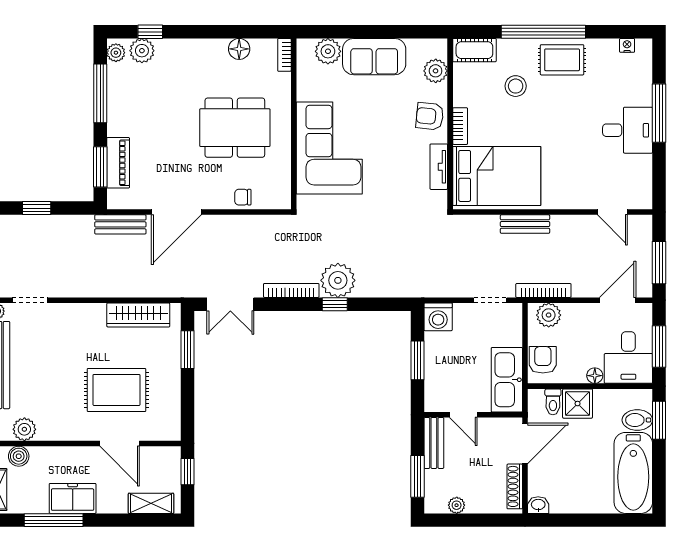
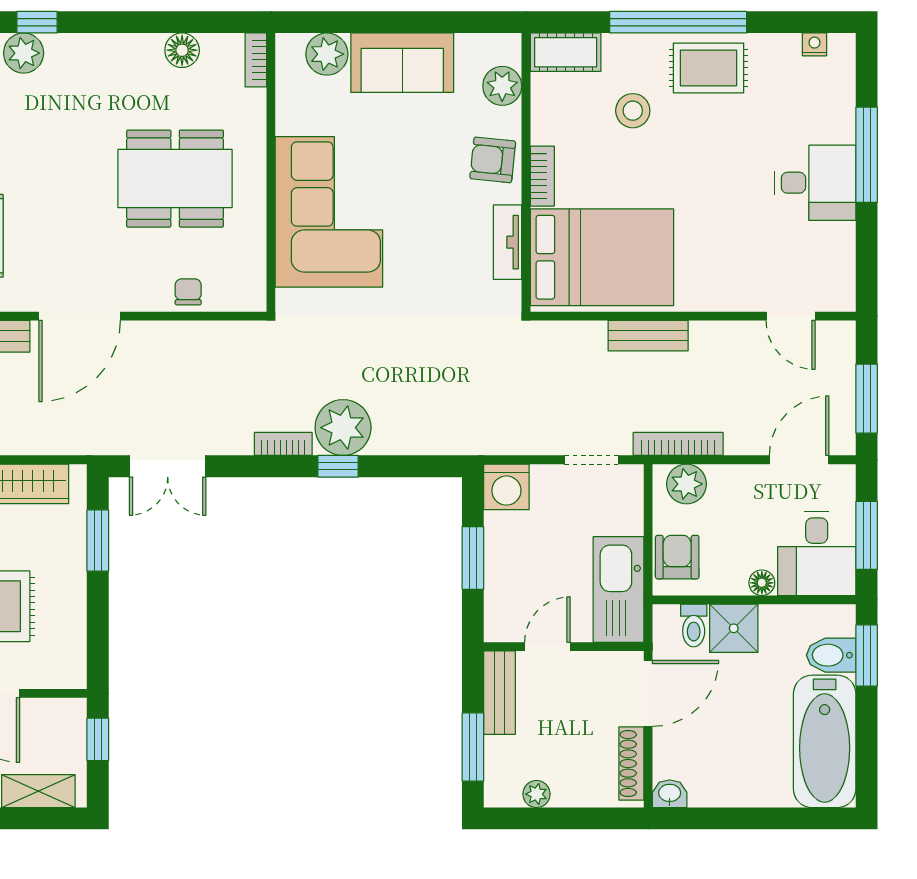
chair: (243, 197) -> (188, 292), turned 90
bookcase: (291, 290) -> (283, 444), width x0.64
door: (463, 415) -> (547, 647), swing flipped

